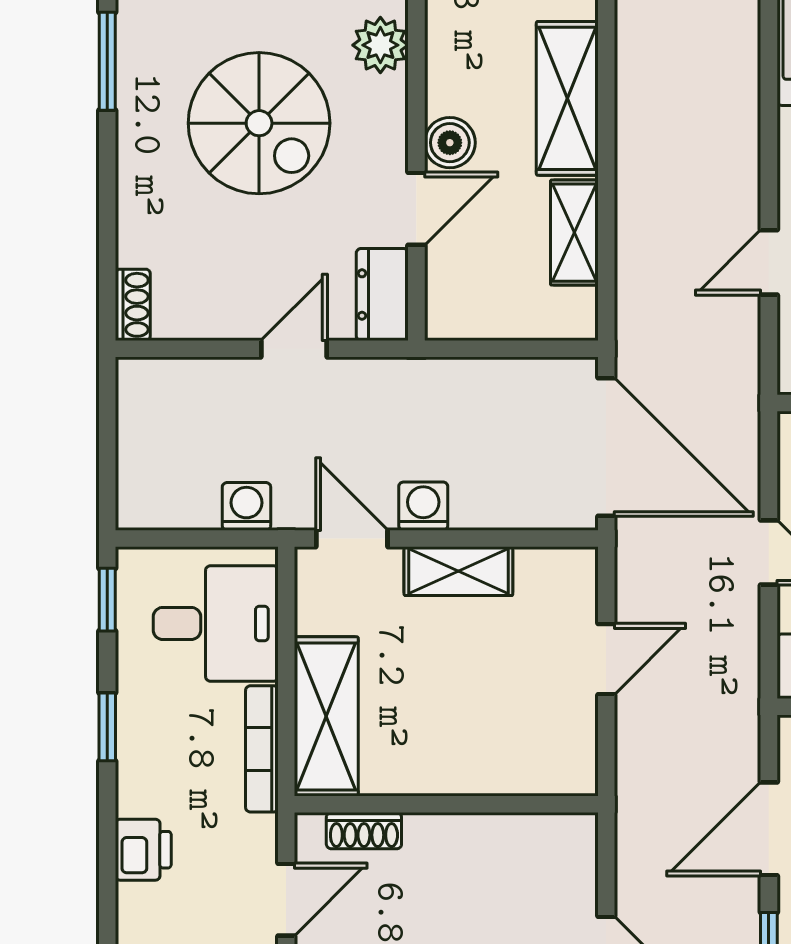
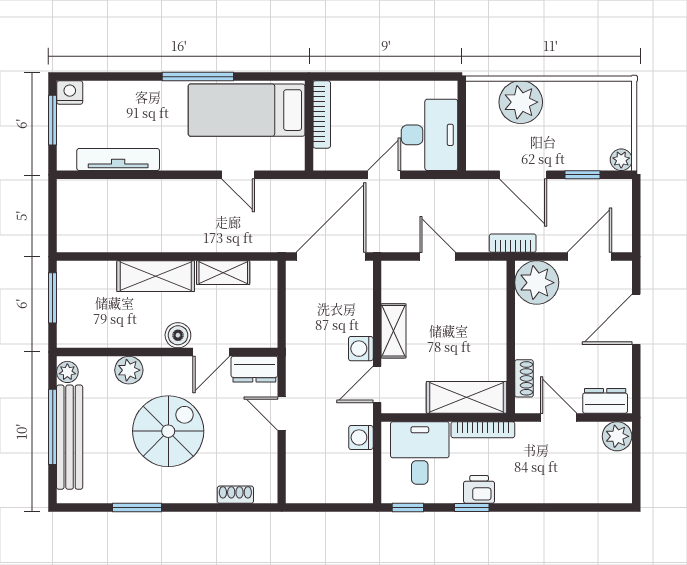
door: (416, 209) -> (211, 352), swing flipped
shoe rack: (133, 305) -> (235, 495), moved
bookcase: (633, 808) -> (513, 243), added
printer: (143, 850) -> (479, 489), moved
plant: (555, 856) -> (537, 283), added

